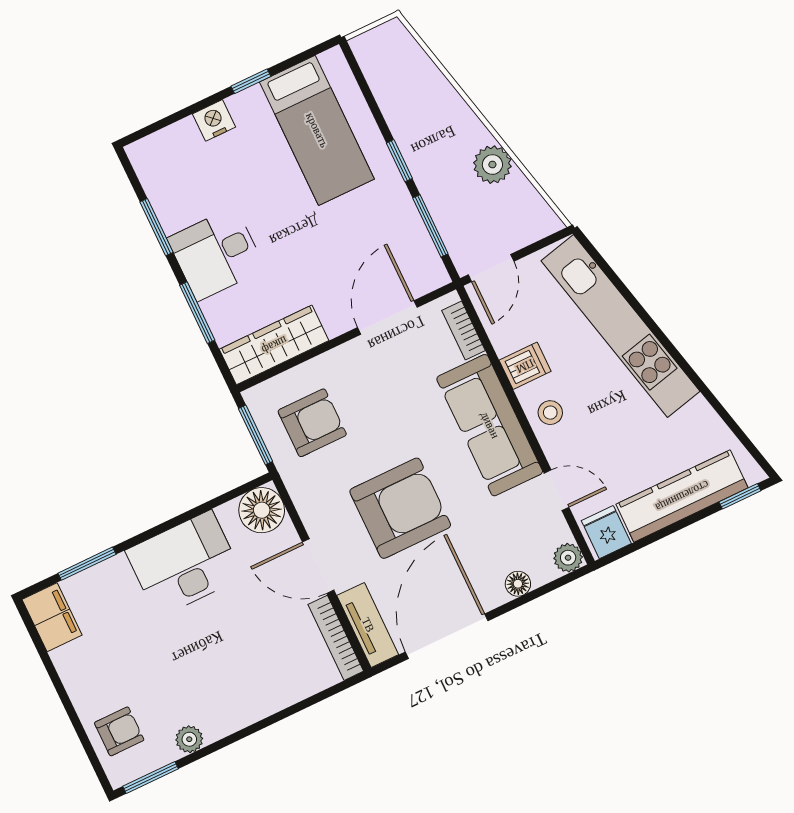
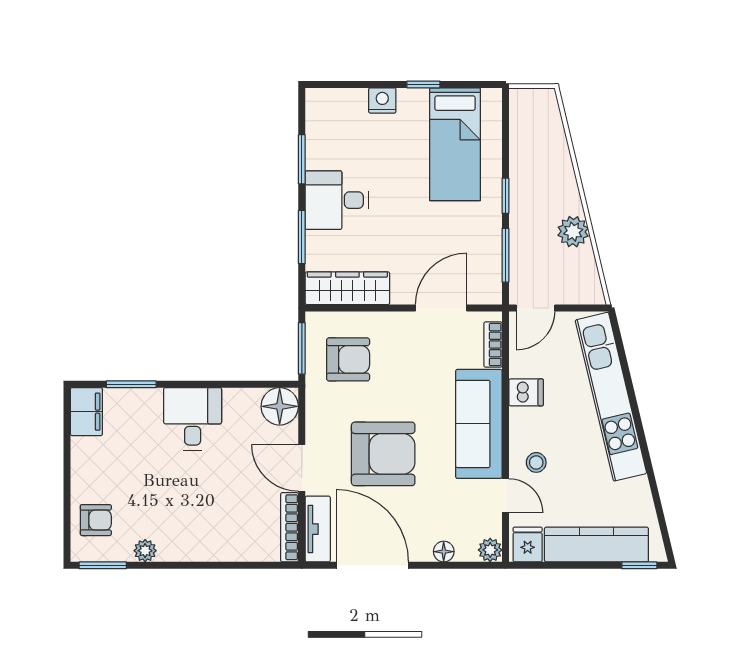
stool: (550, 413) -> (536, 462), moved
desk: (184, 564) -> (193, 419), width x0.73
door: (447, 636) -> (372, 565), hinge flipped

